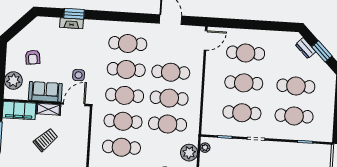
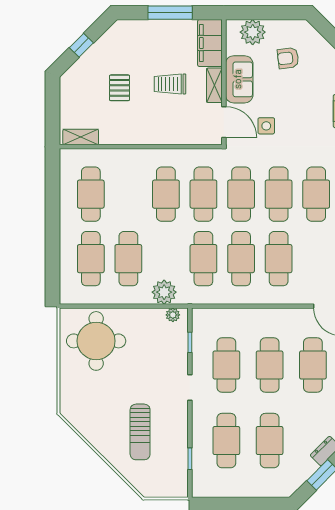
trolley: (46, 140) -> (170, 84), turned 134

